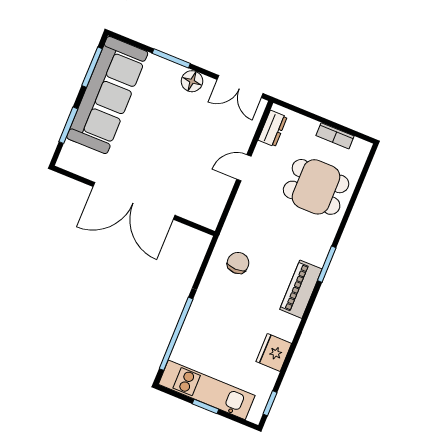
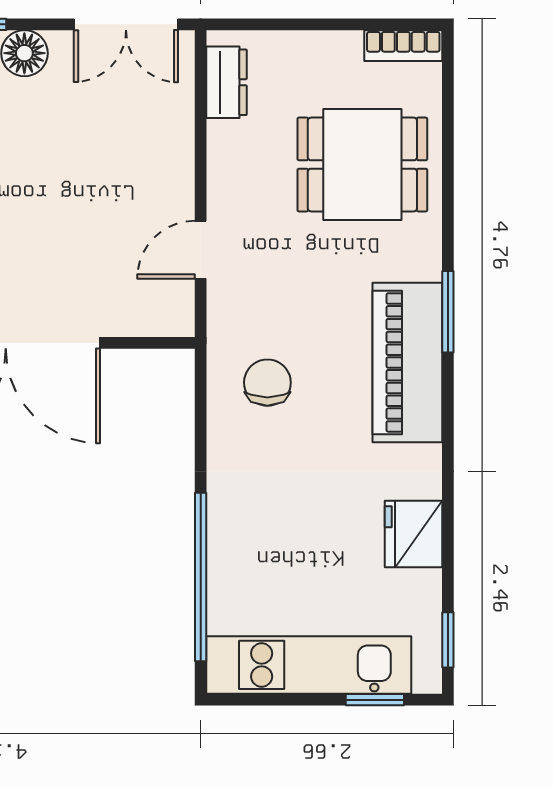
bookcase: (335, 136) -> (403, 46), moved
door: (244, 168) -> (201, 250), moved
piano: (301, 289) -> (407, 362), width x1.37, depth x1.33
window: (206, 406) -> (375, 700), moved

